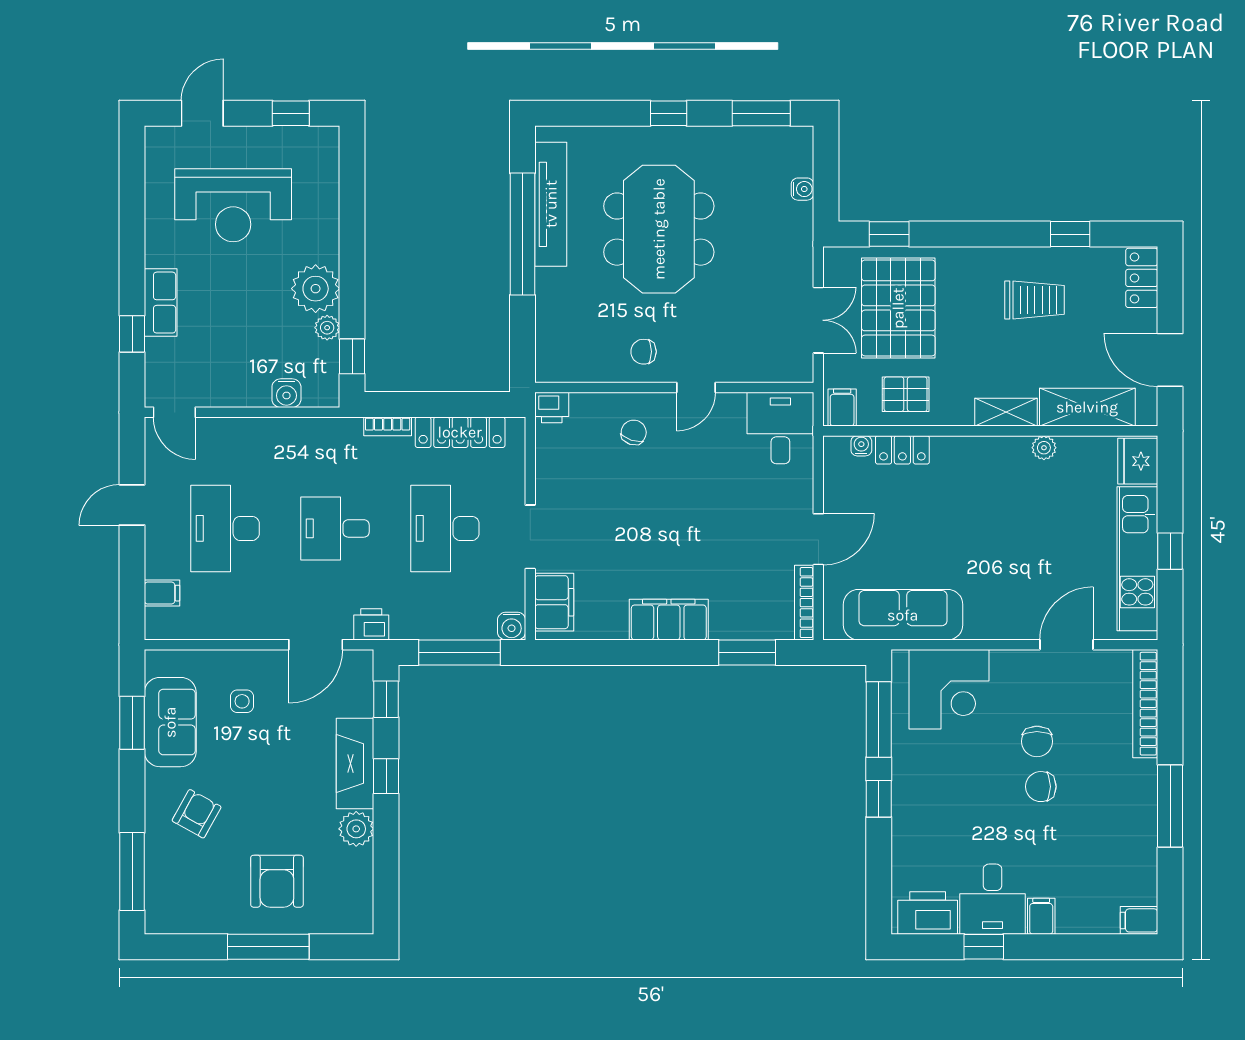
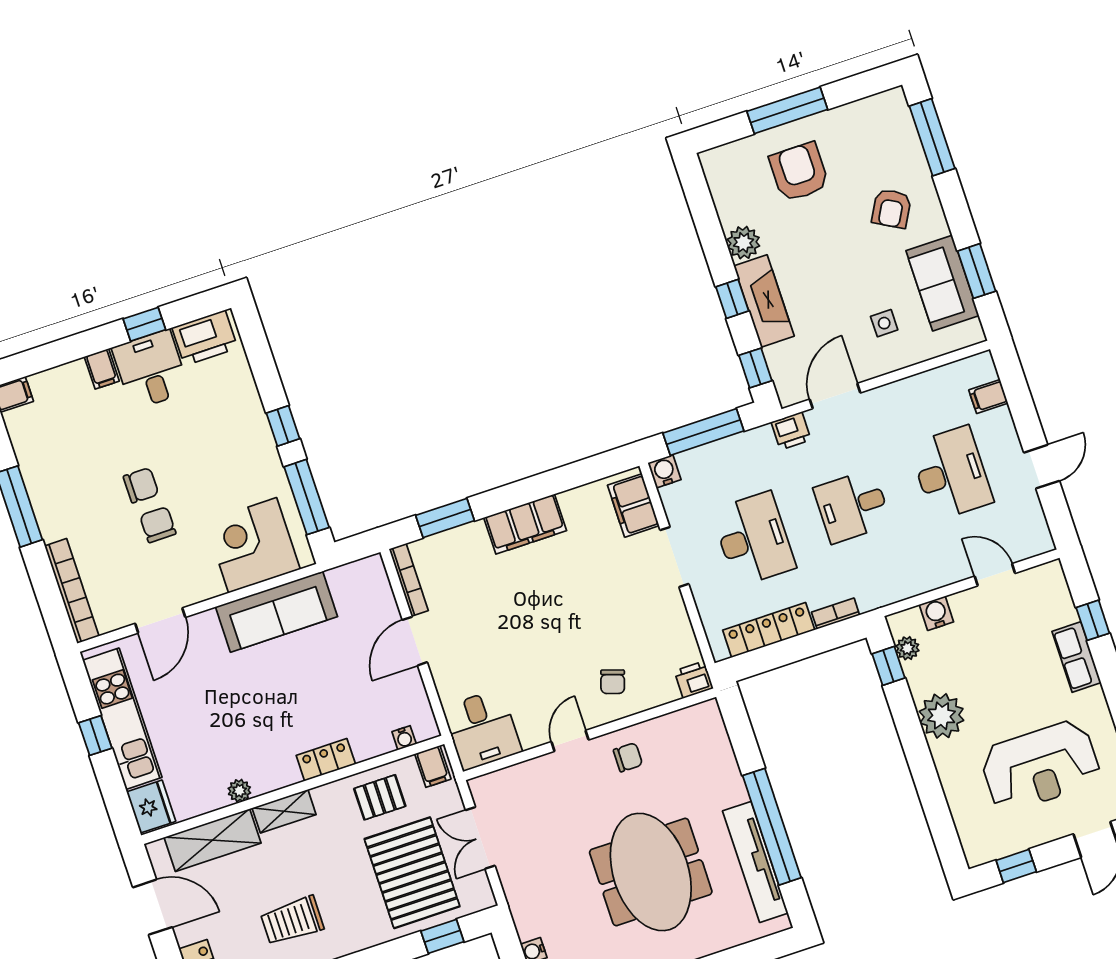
reception desk: (233, 205) -> (1040, 766), turned 180
plant: (327, 328) -> (907, 648), moved
door: (174, 412) -> (995, 575), moved
locker: (902, 450) -> (326, 760), moved
desk: (335, 528) -> (852, 506), turned 180
sofa: (903, 615) -> (276, 612), moved

